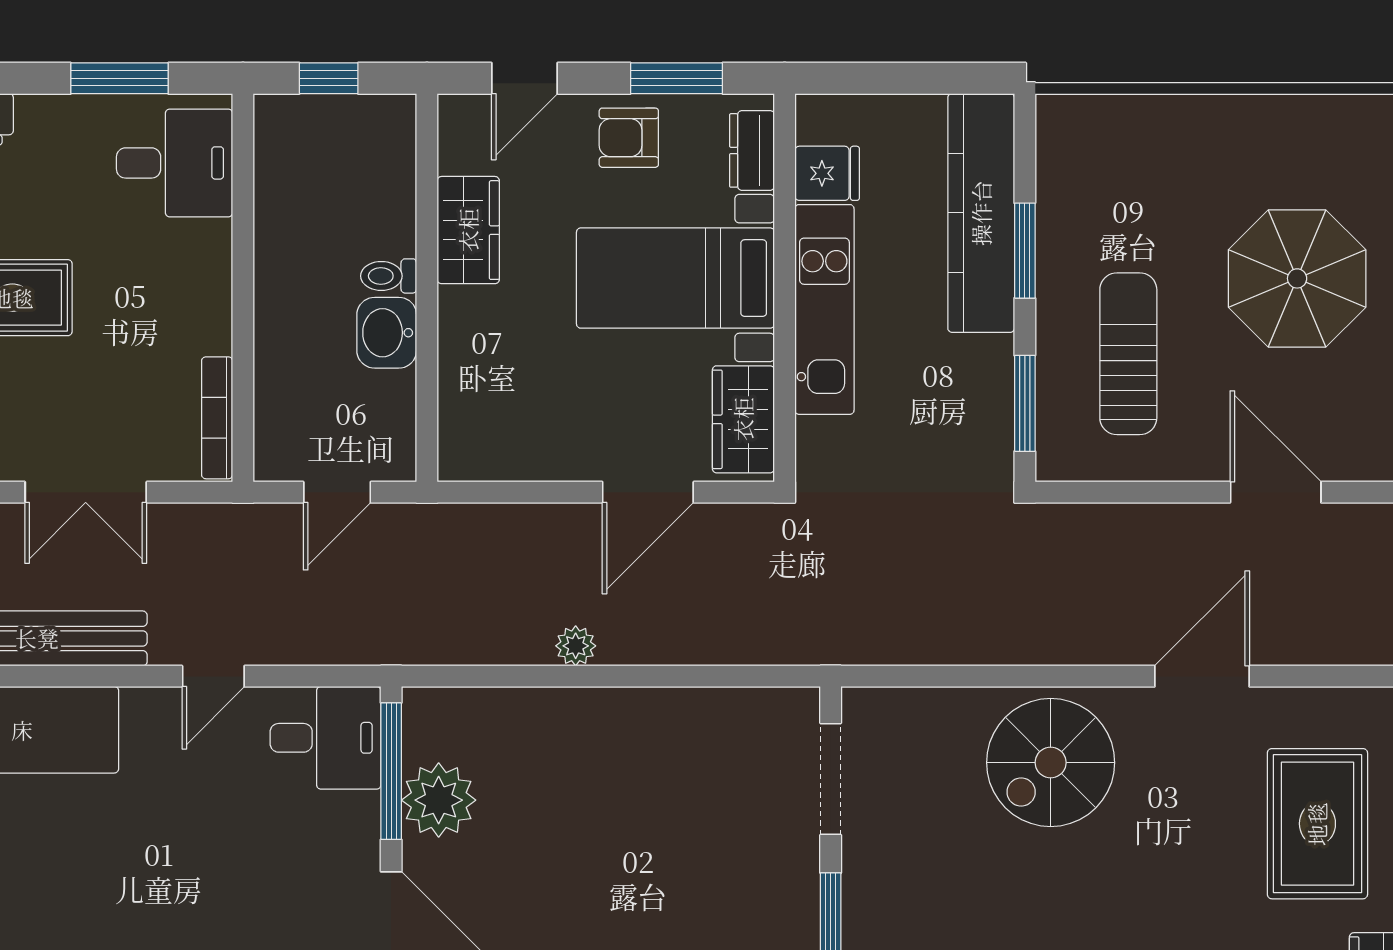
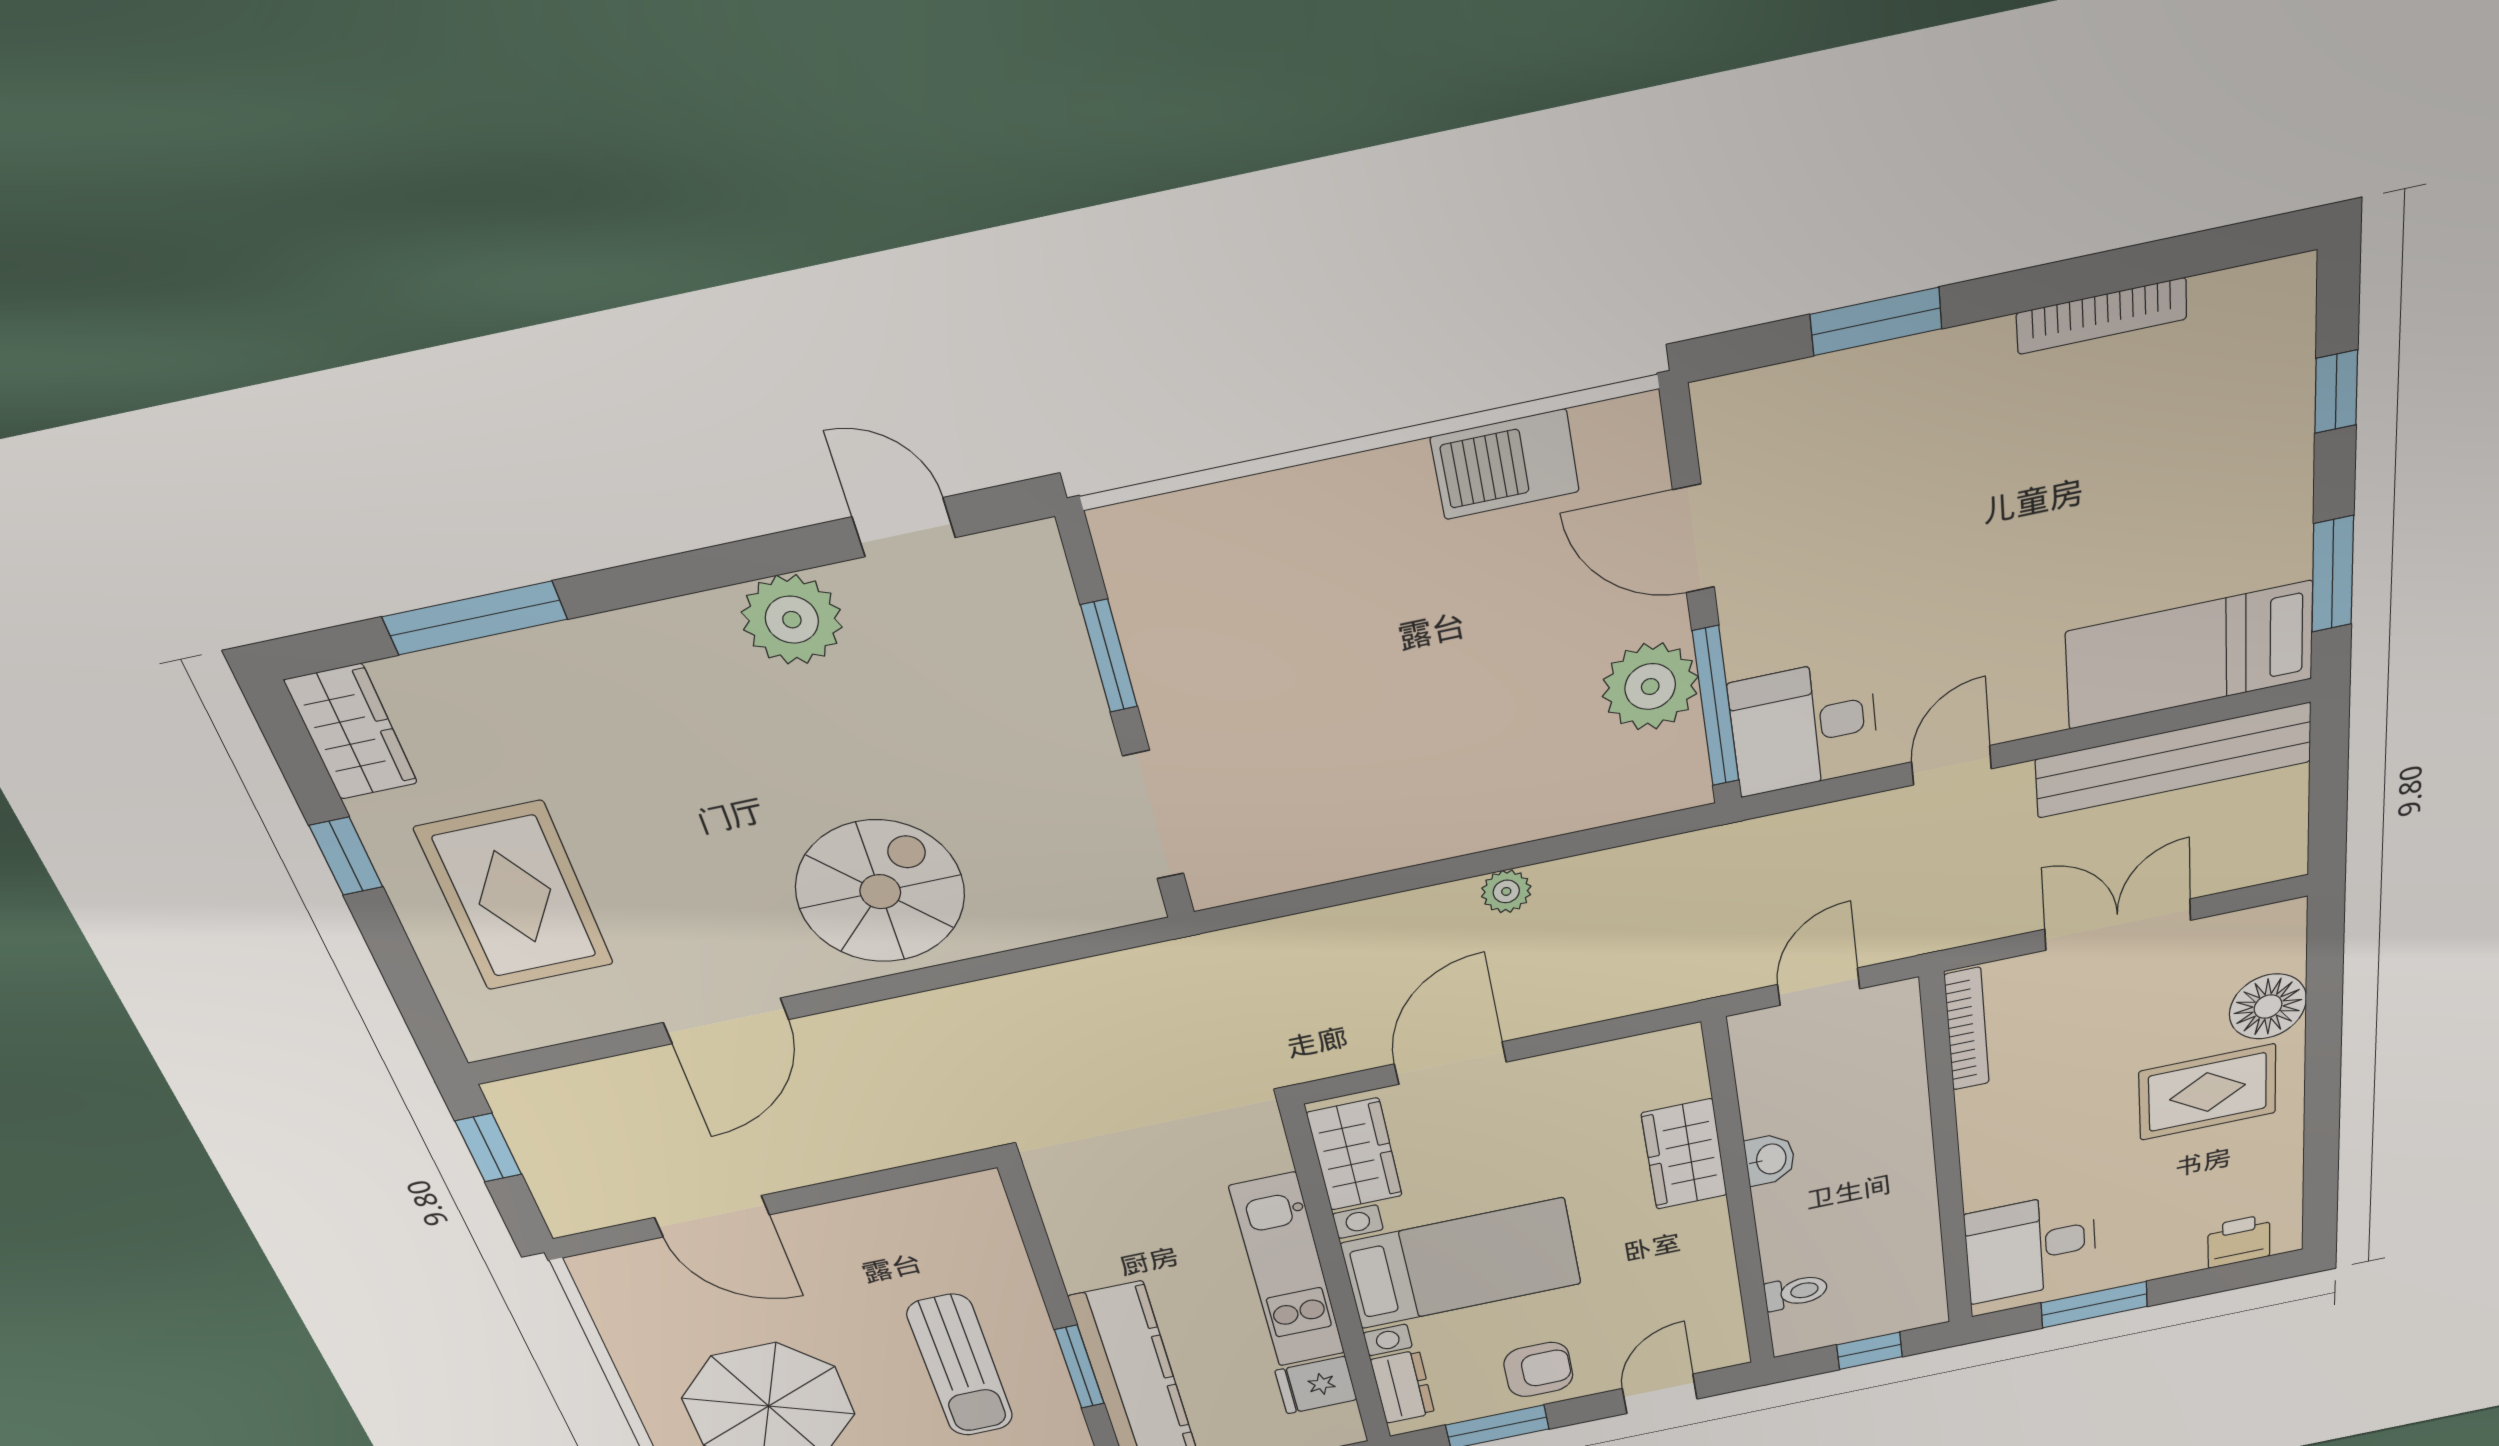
wardrobe: (468, 230) -> (1684, 1154), moved
toilet: (389, 276) -> (1796, 1292), moved
washbasin: (387, 333) -> (1770, 1159), width x0.72, depth x0.69
sun lounger: (1128, 354) -> (960, 1366), moved
window: (1025, 403) -> (1034, 1236), removed

